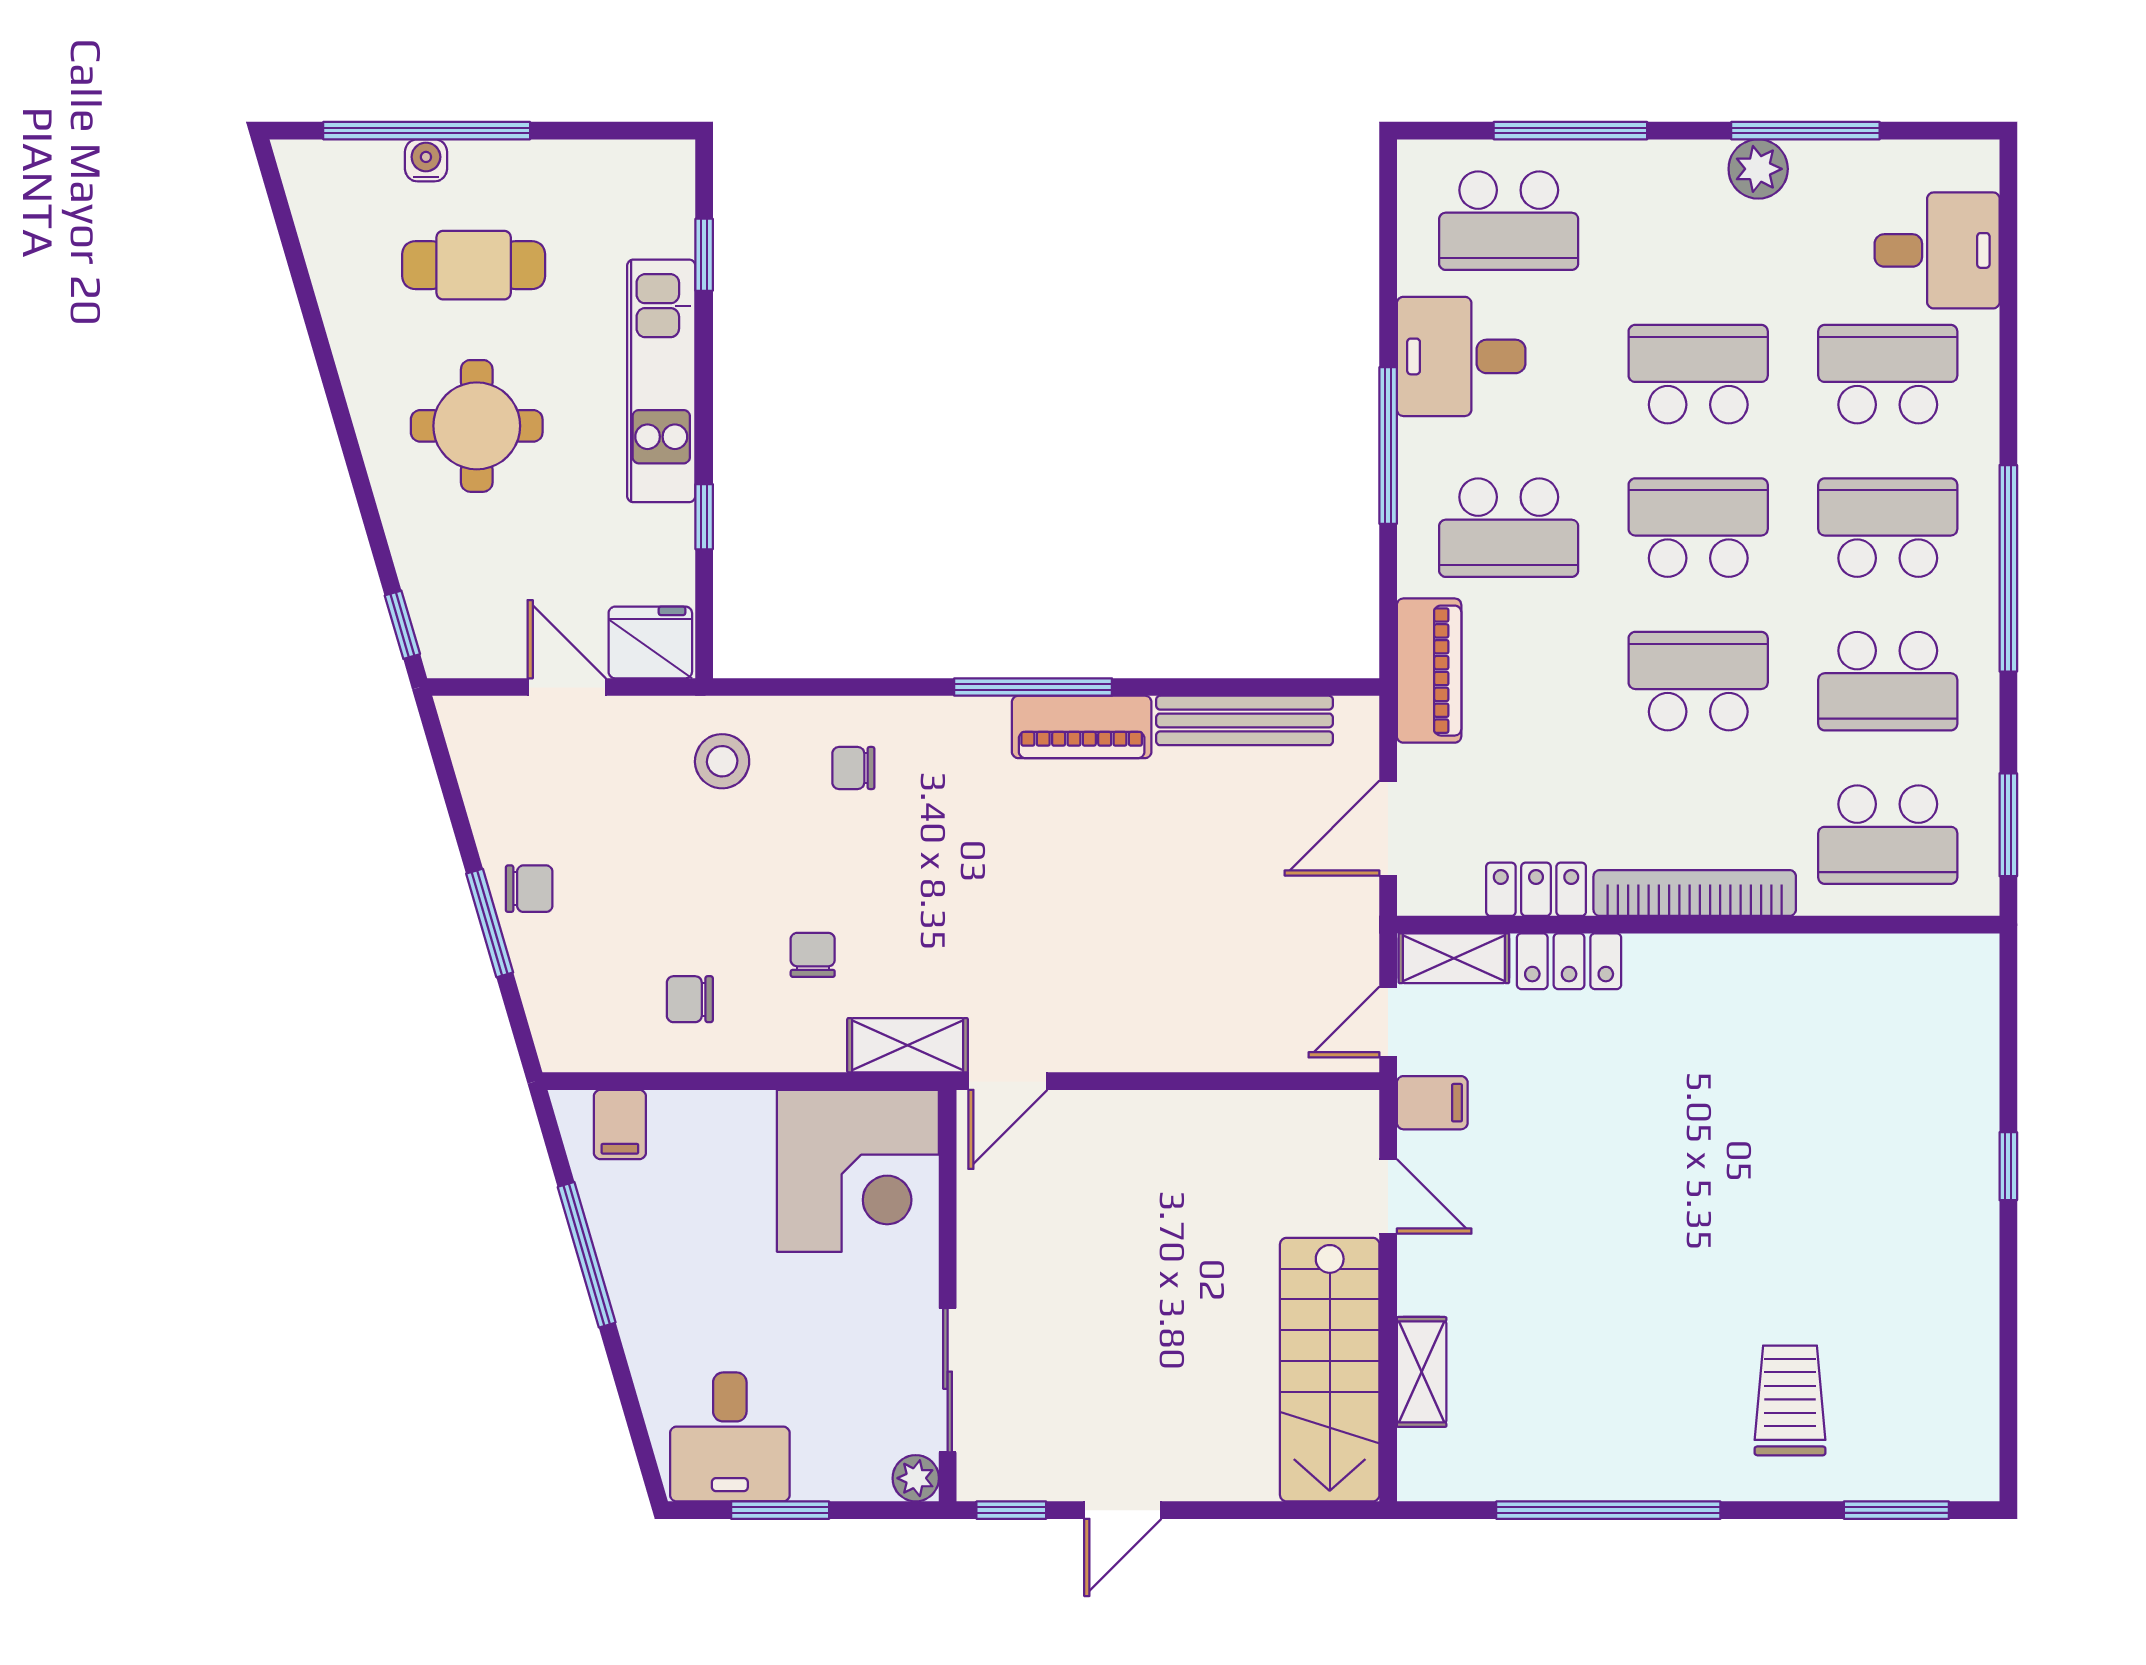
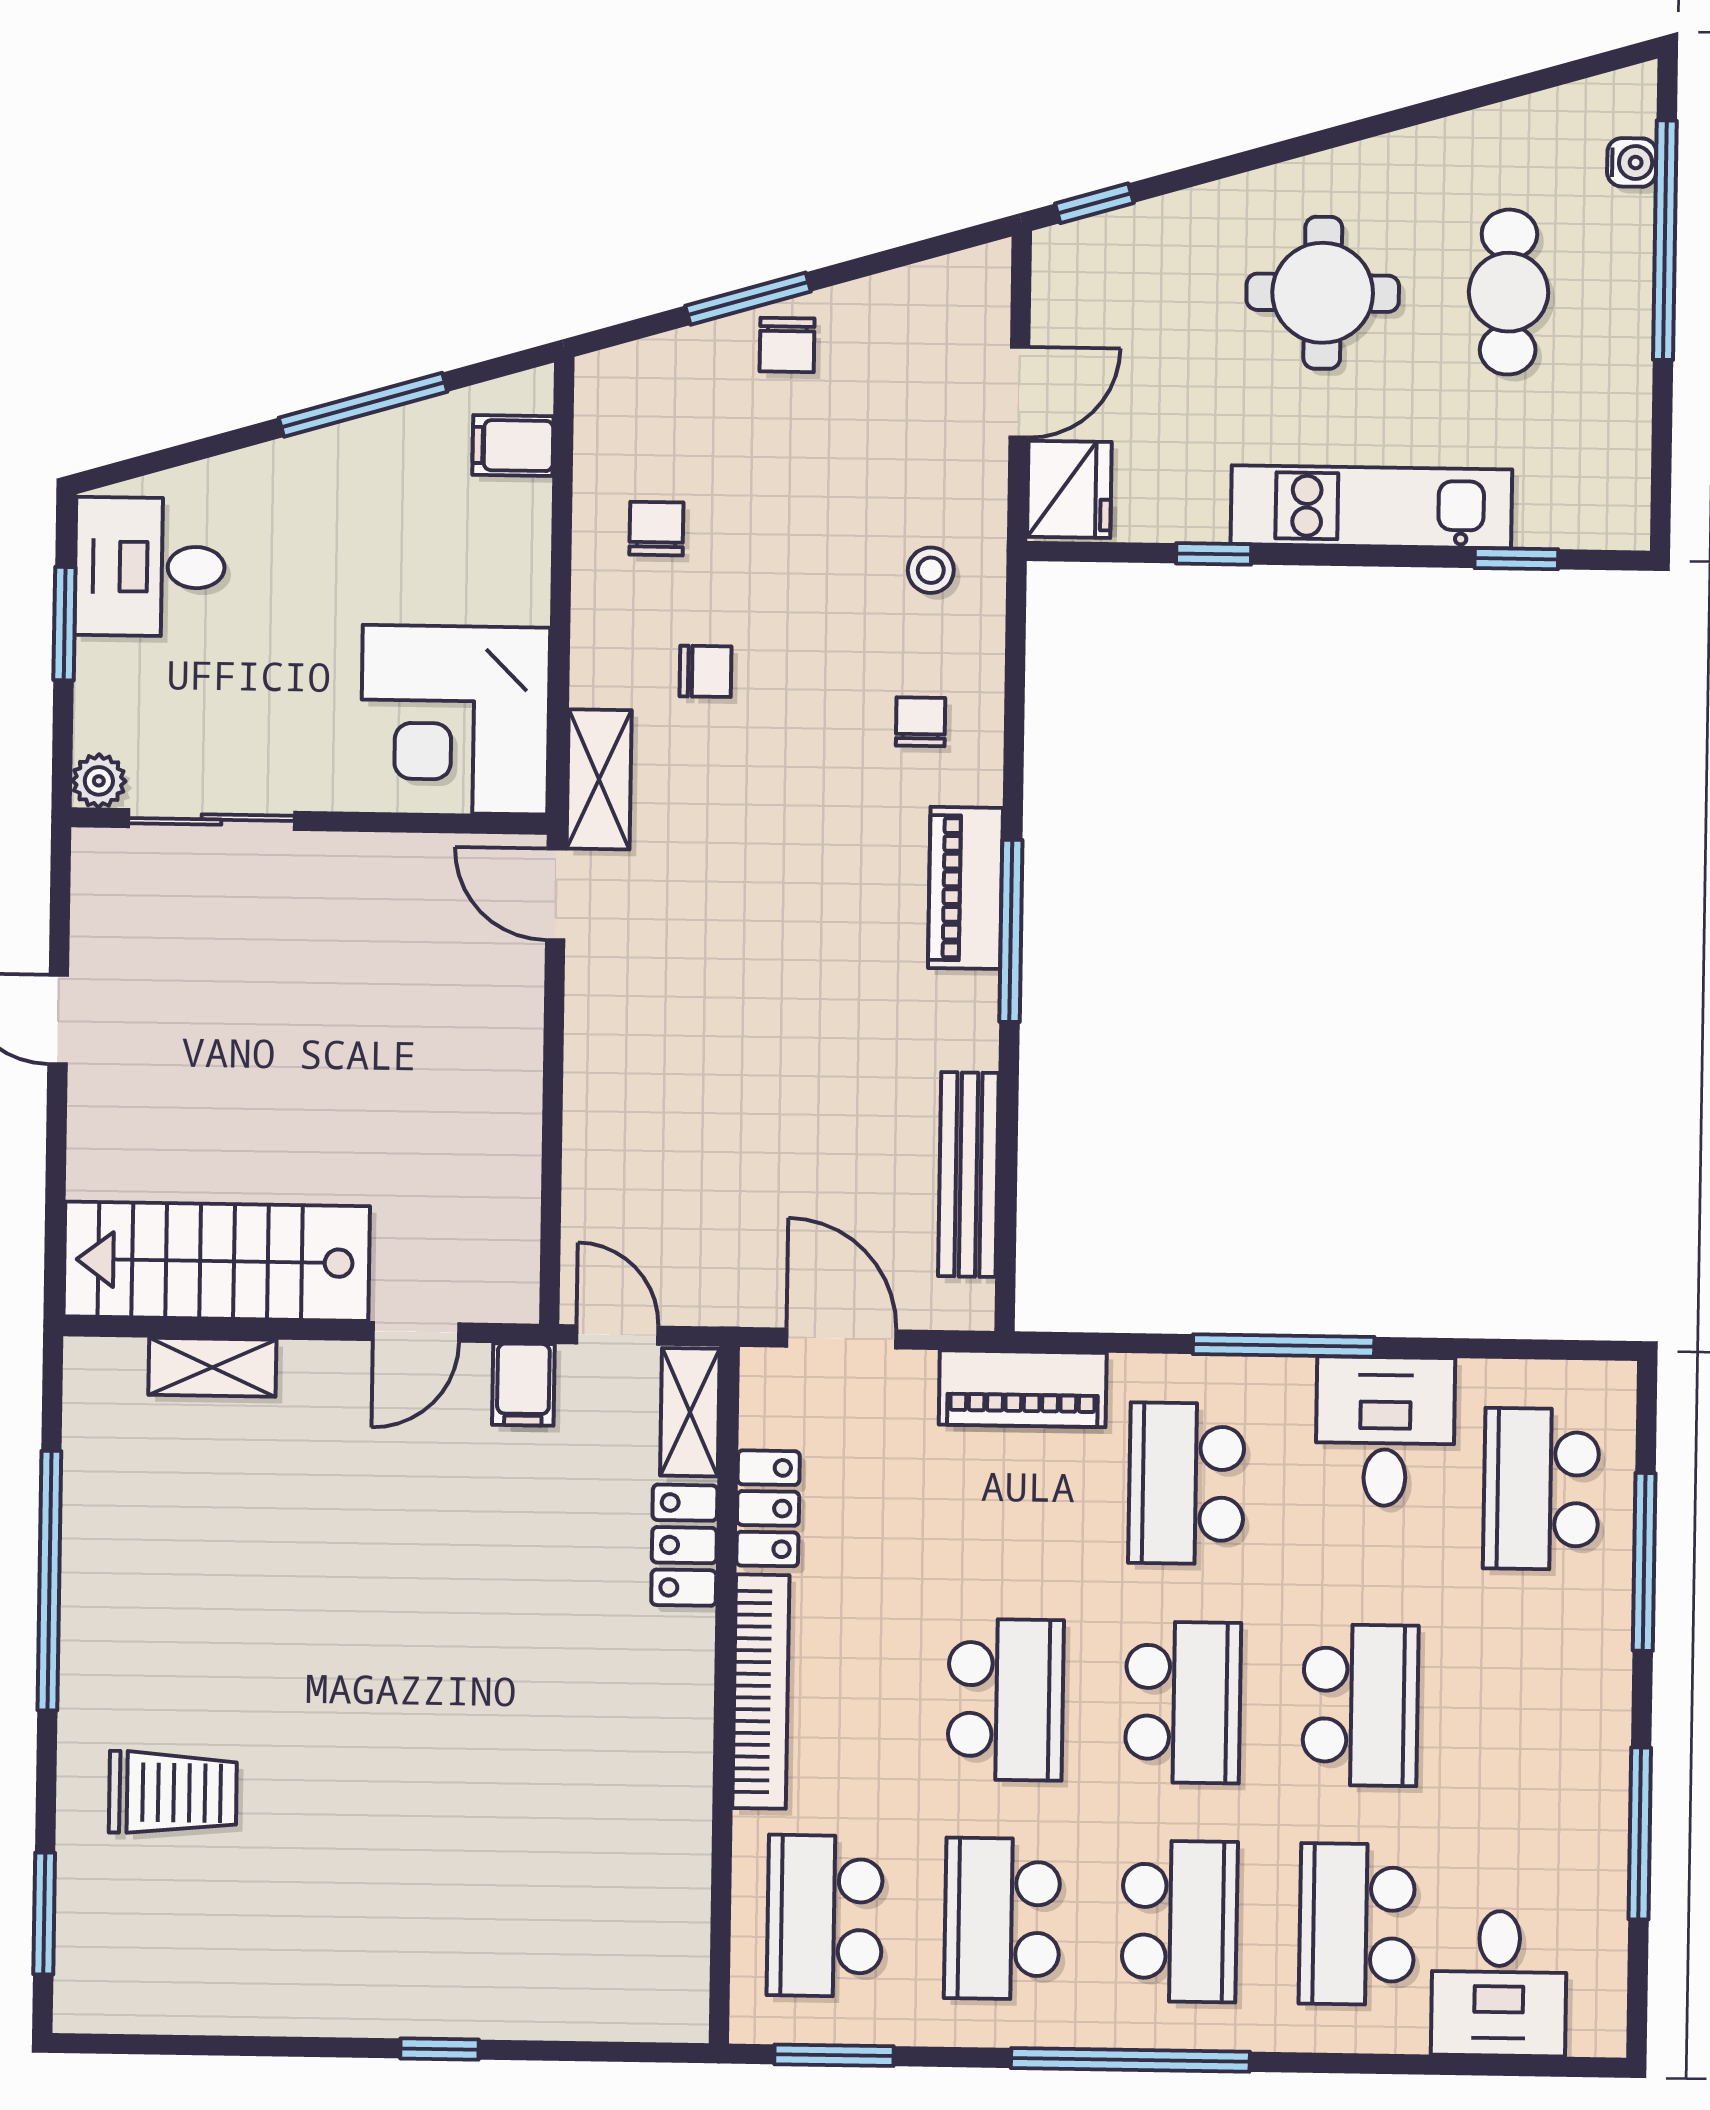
water cooler: (426, 160) -> (1632, 162), moved
plant: (1758, 169) -> (1596, 1778), removed
school desk: (1888, 374) -> (1357, 1924), turned 180
piano: (1082, 727) -> (965, 888), moved
stool: (722, 761) -> (931, 570), width x0.73, depth x0.73
window: (1011, 1510) -> (60, 891), removed

